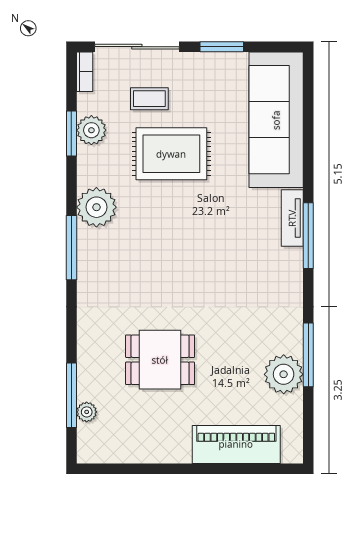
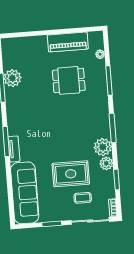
plant: (91, 130) -> (106, 163), moved
window: (71, 395) -> (109, 80), moved
piano: (236, 444) -> (68, 42), moved

